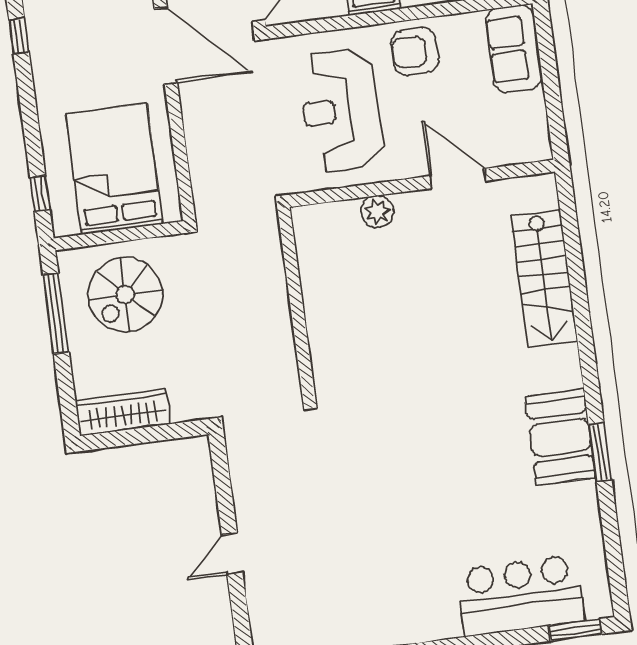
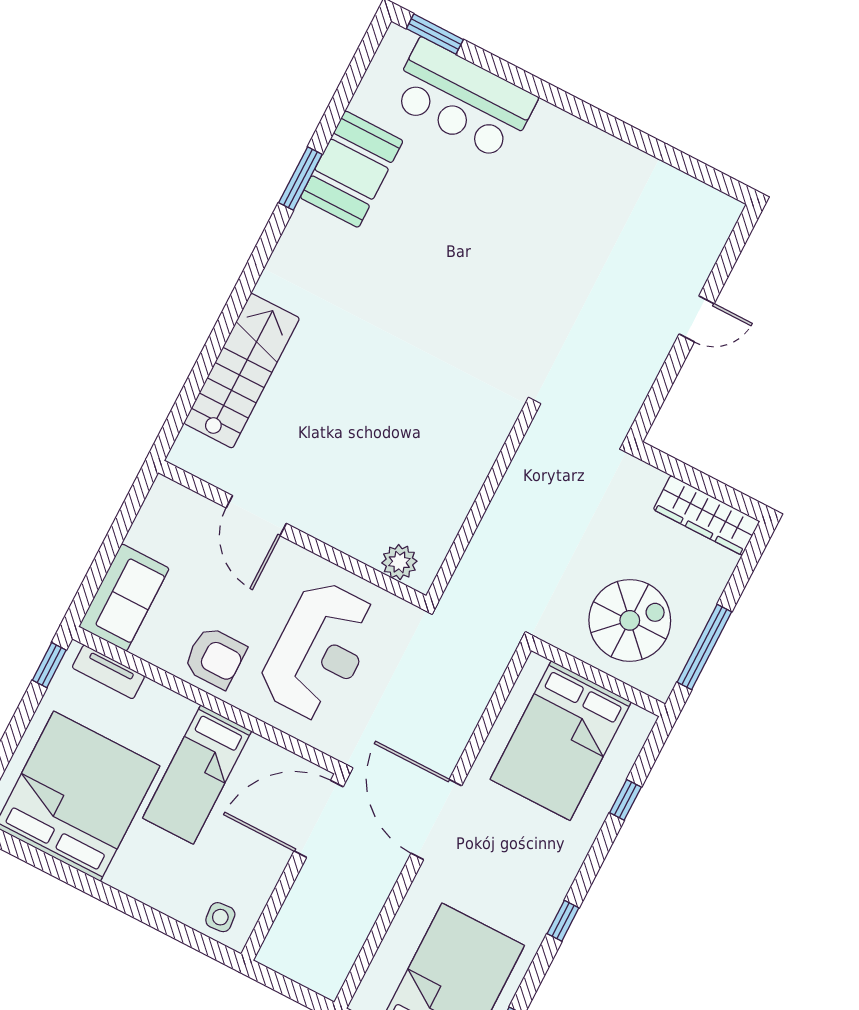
window: (40, 193) -> (625, 800), moved
plant: (377, 212) -> (399, 562), moved
booth: (560, 437) -> (352, 169), moved

